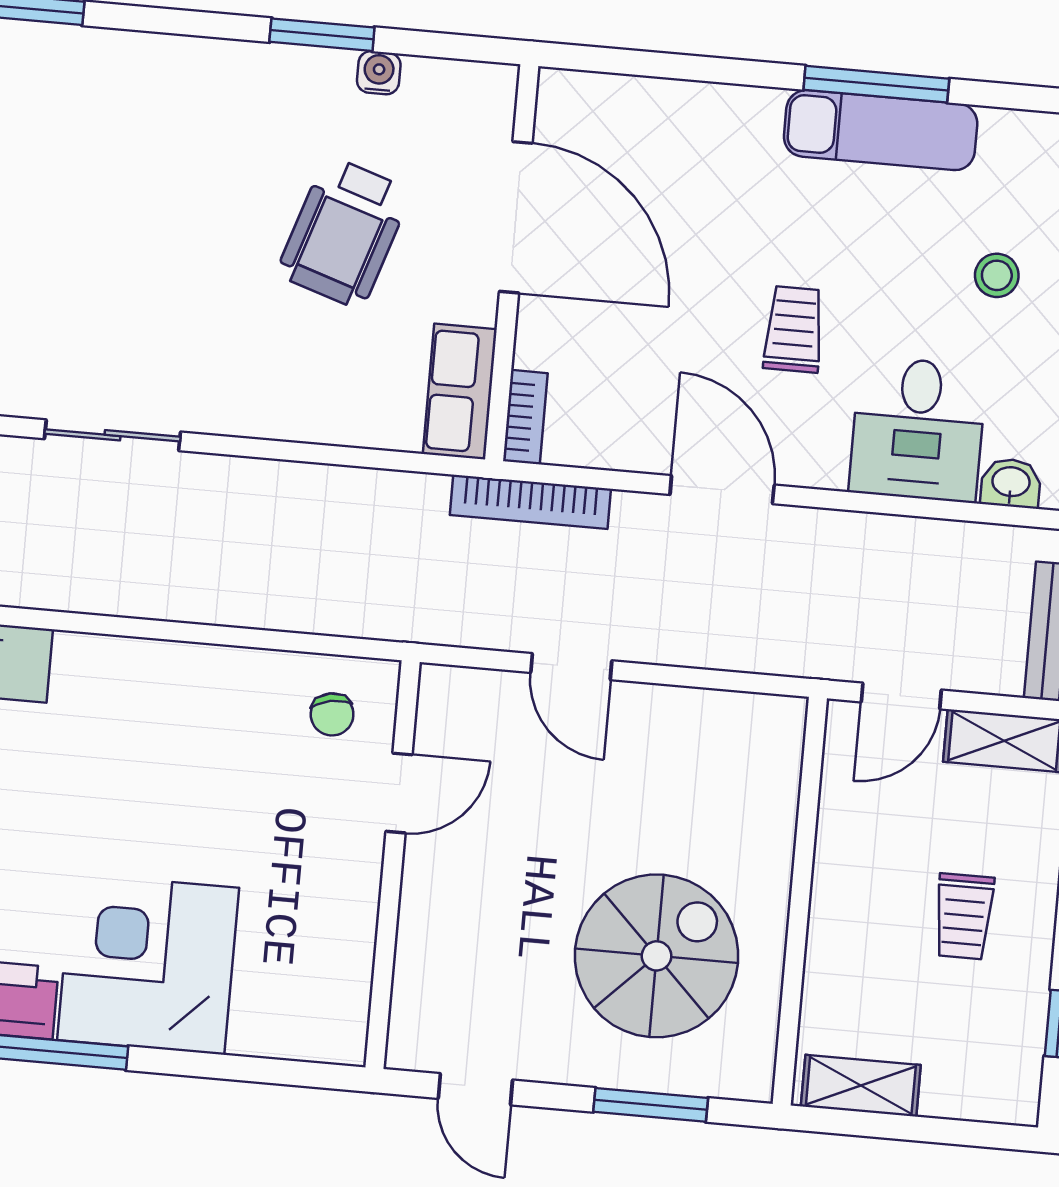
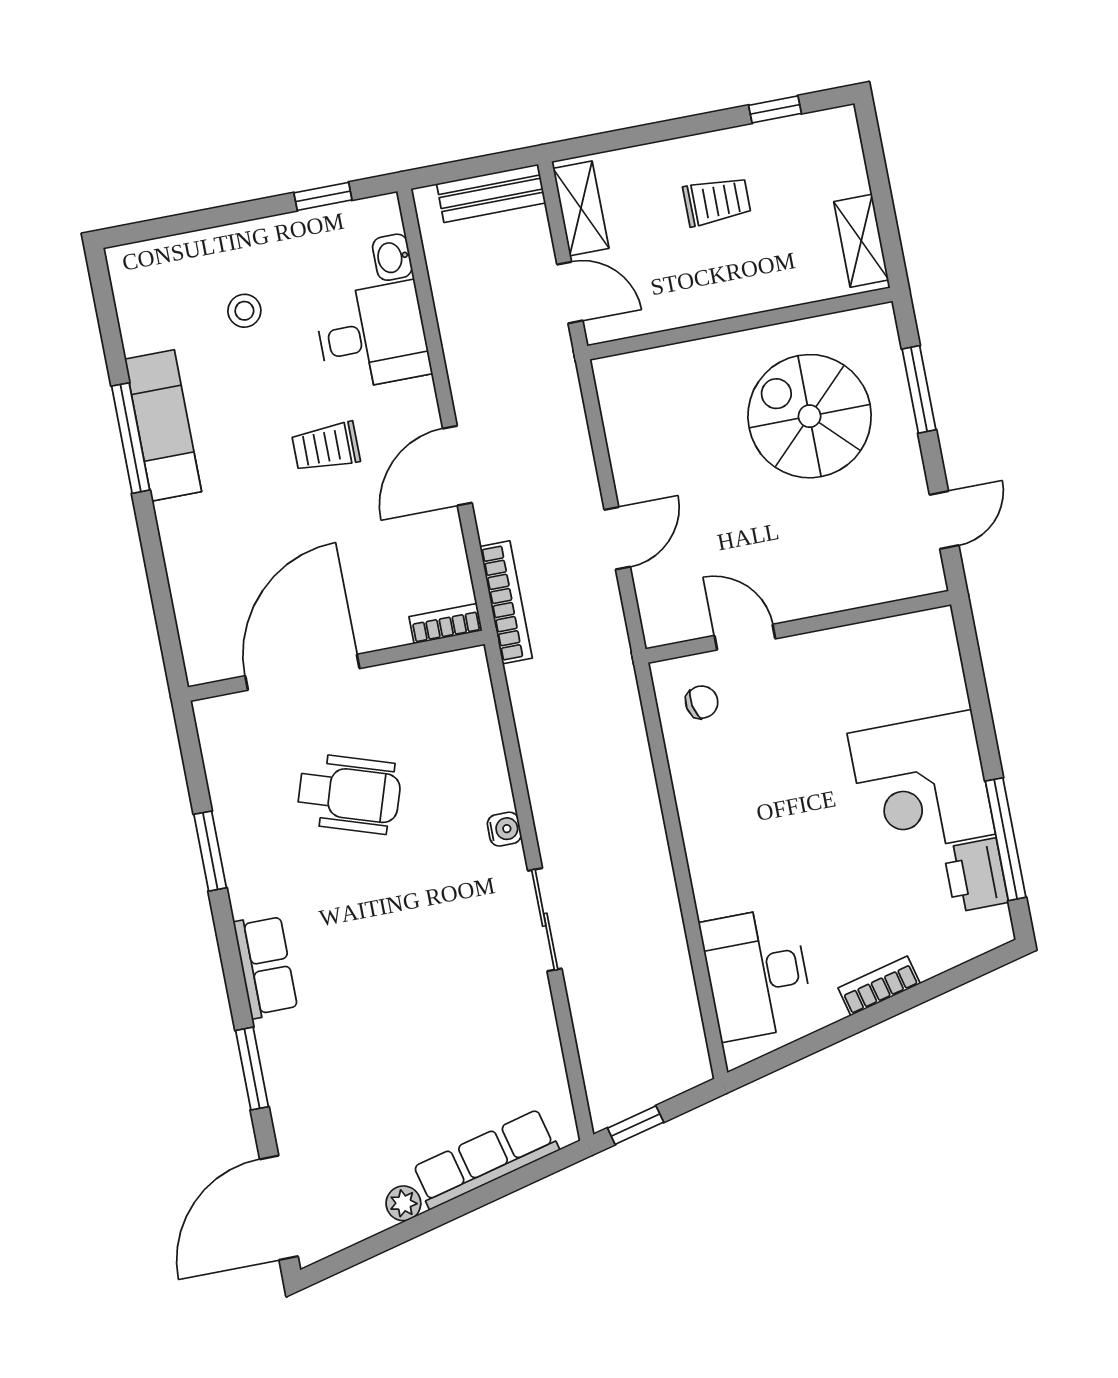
water cooler: (379, 73) -> (504, 829), moved, turned 180
row of seats: (460, 392) -> (266, 966), moved, turned -90

